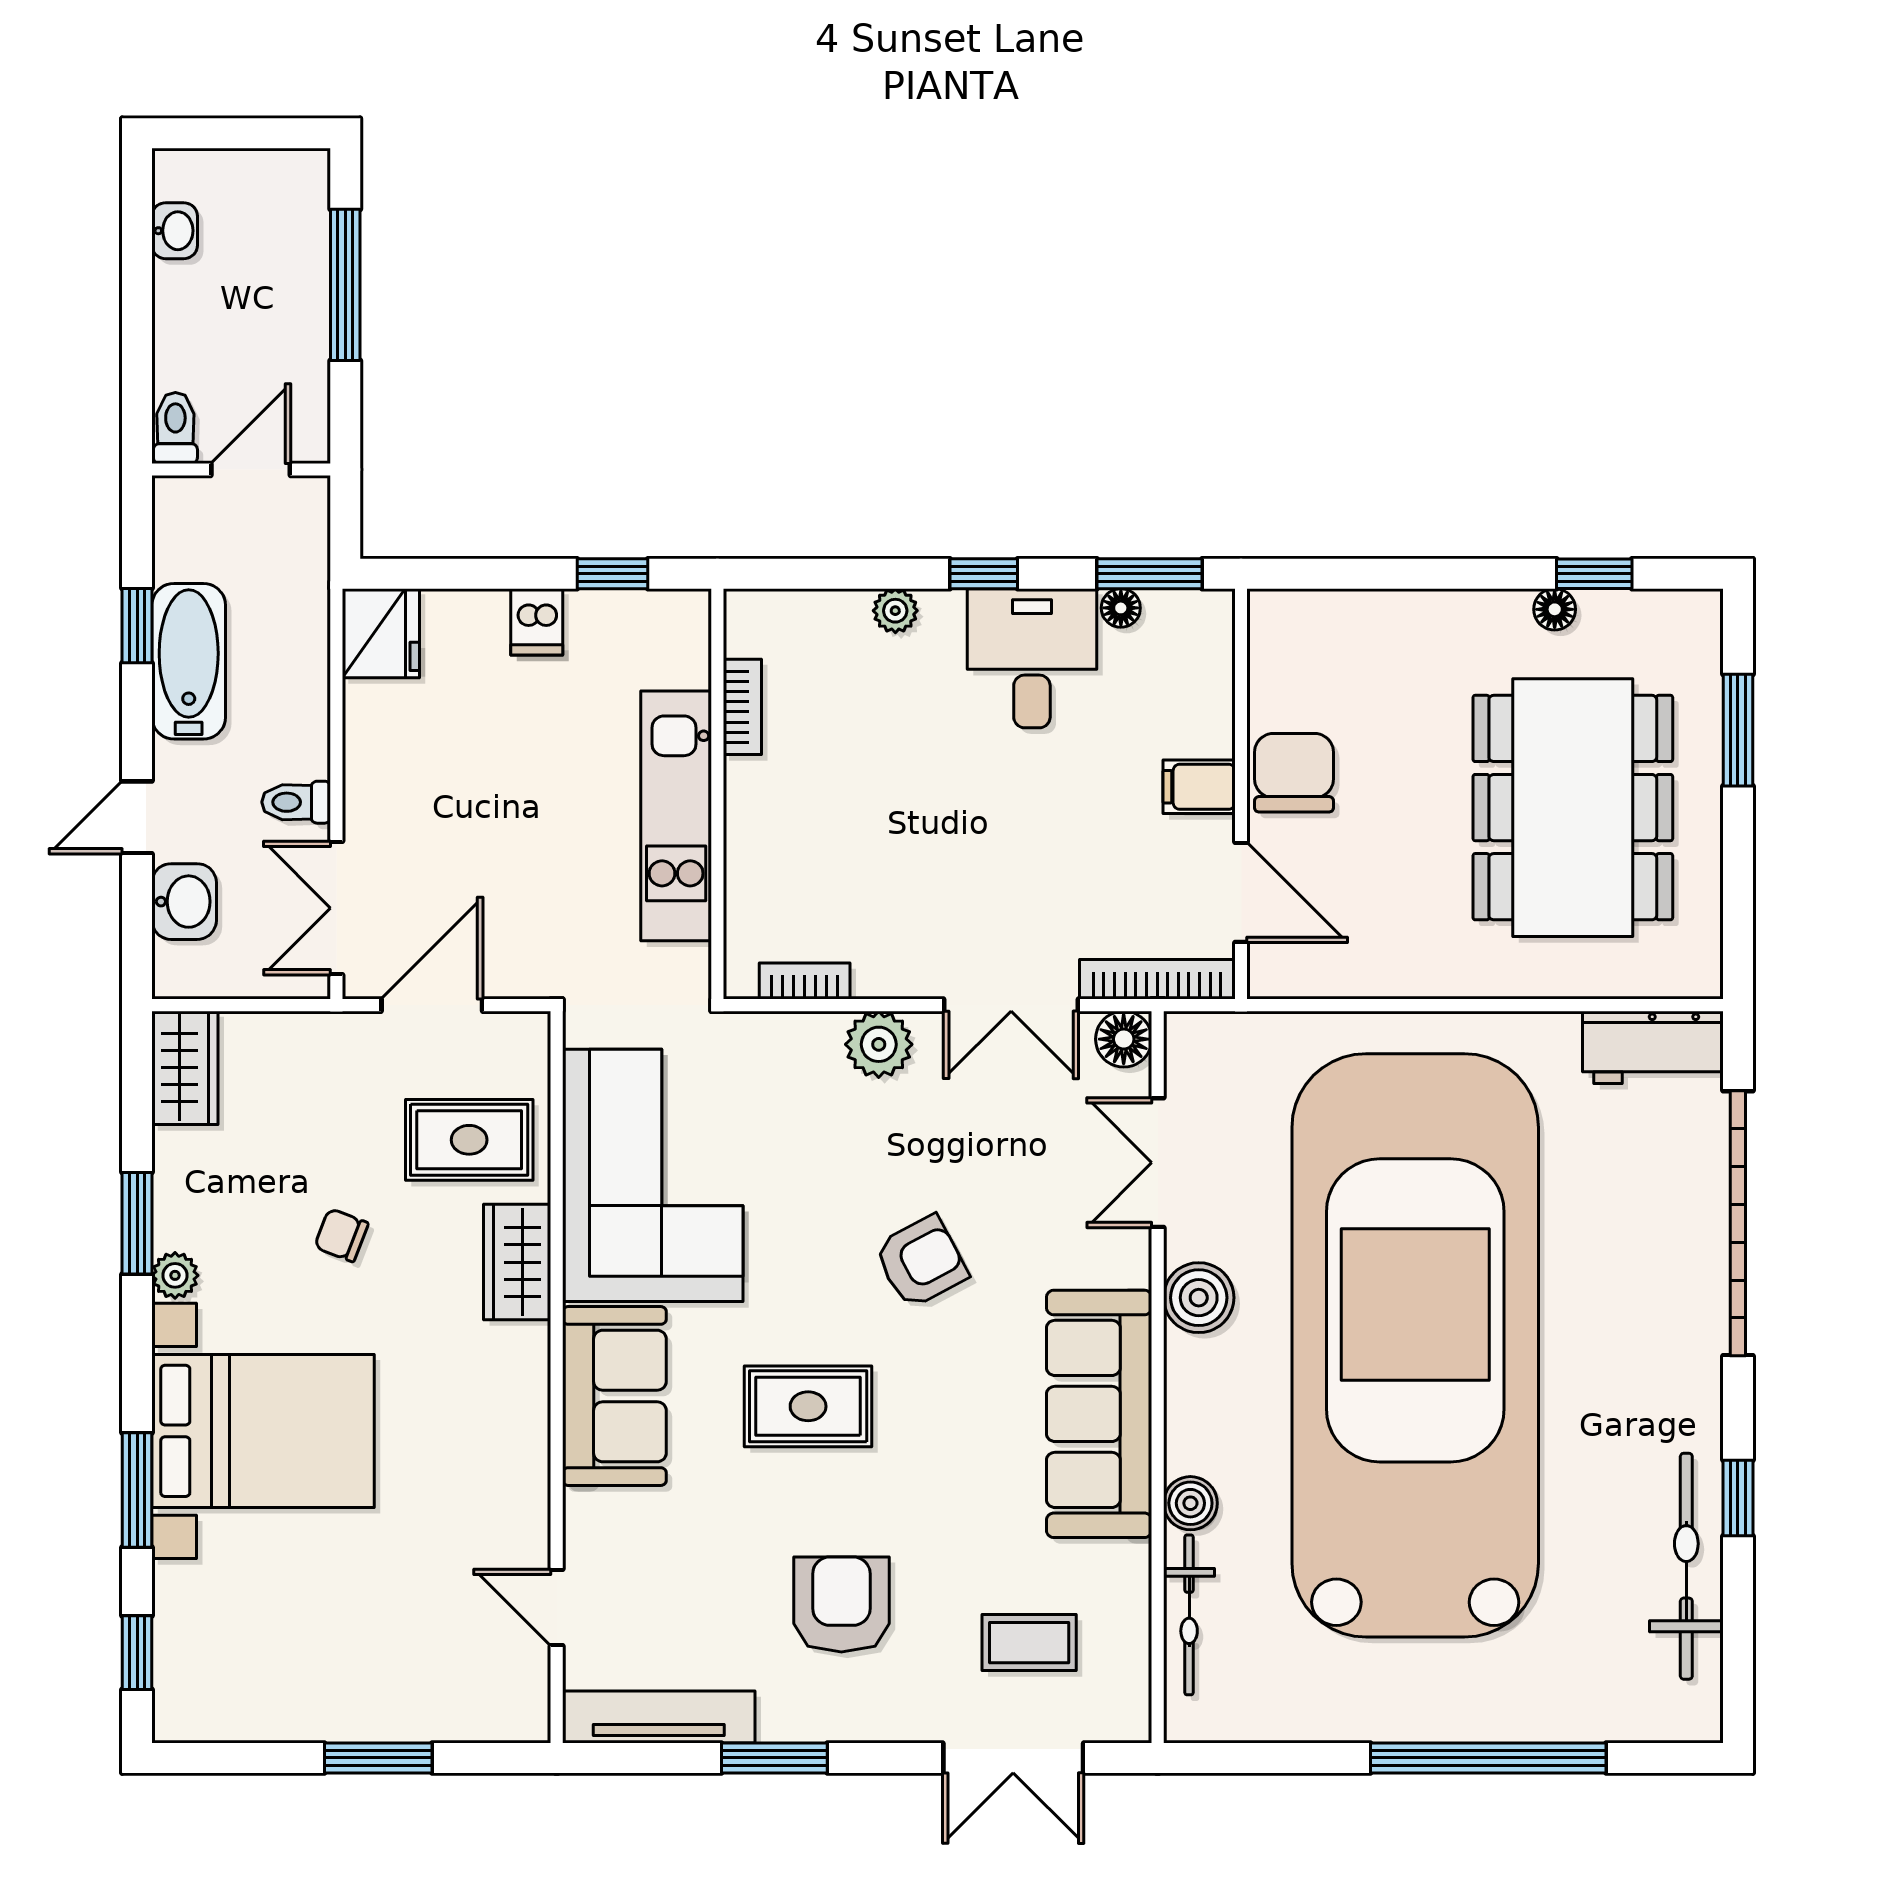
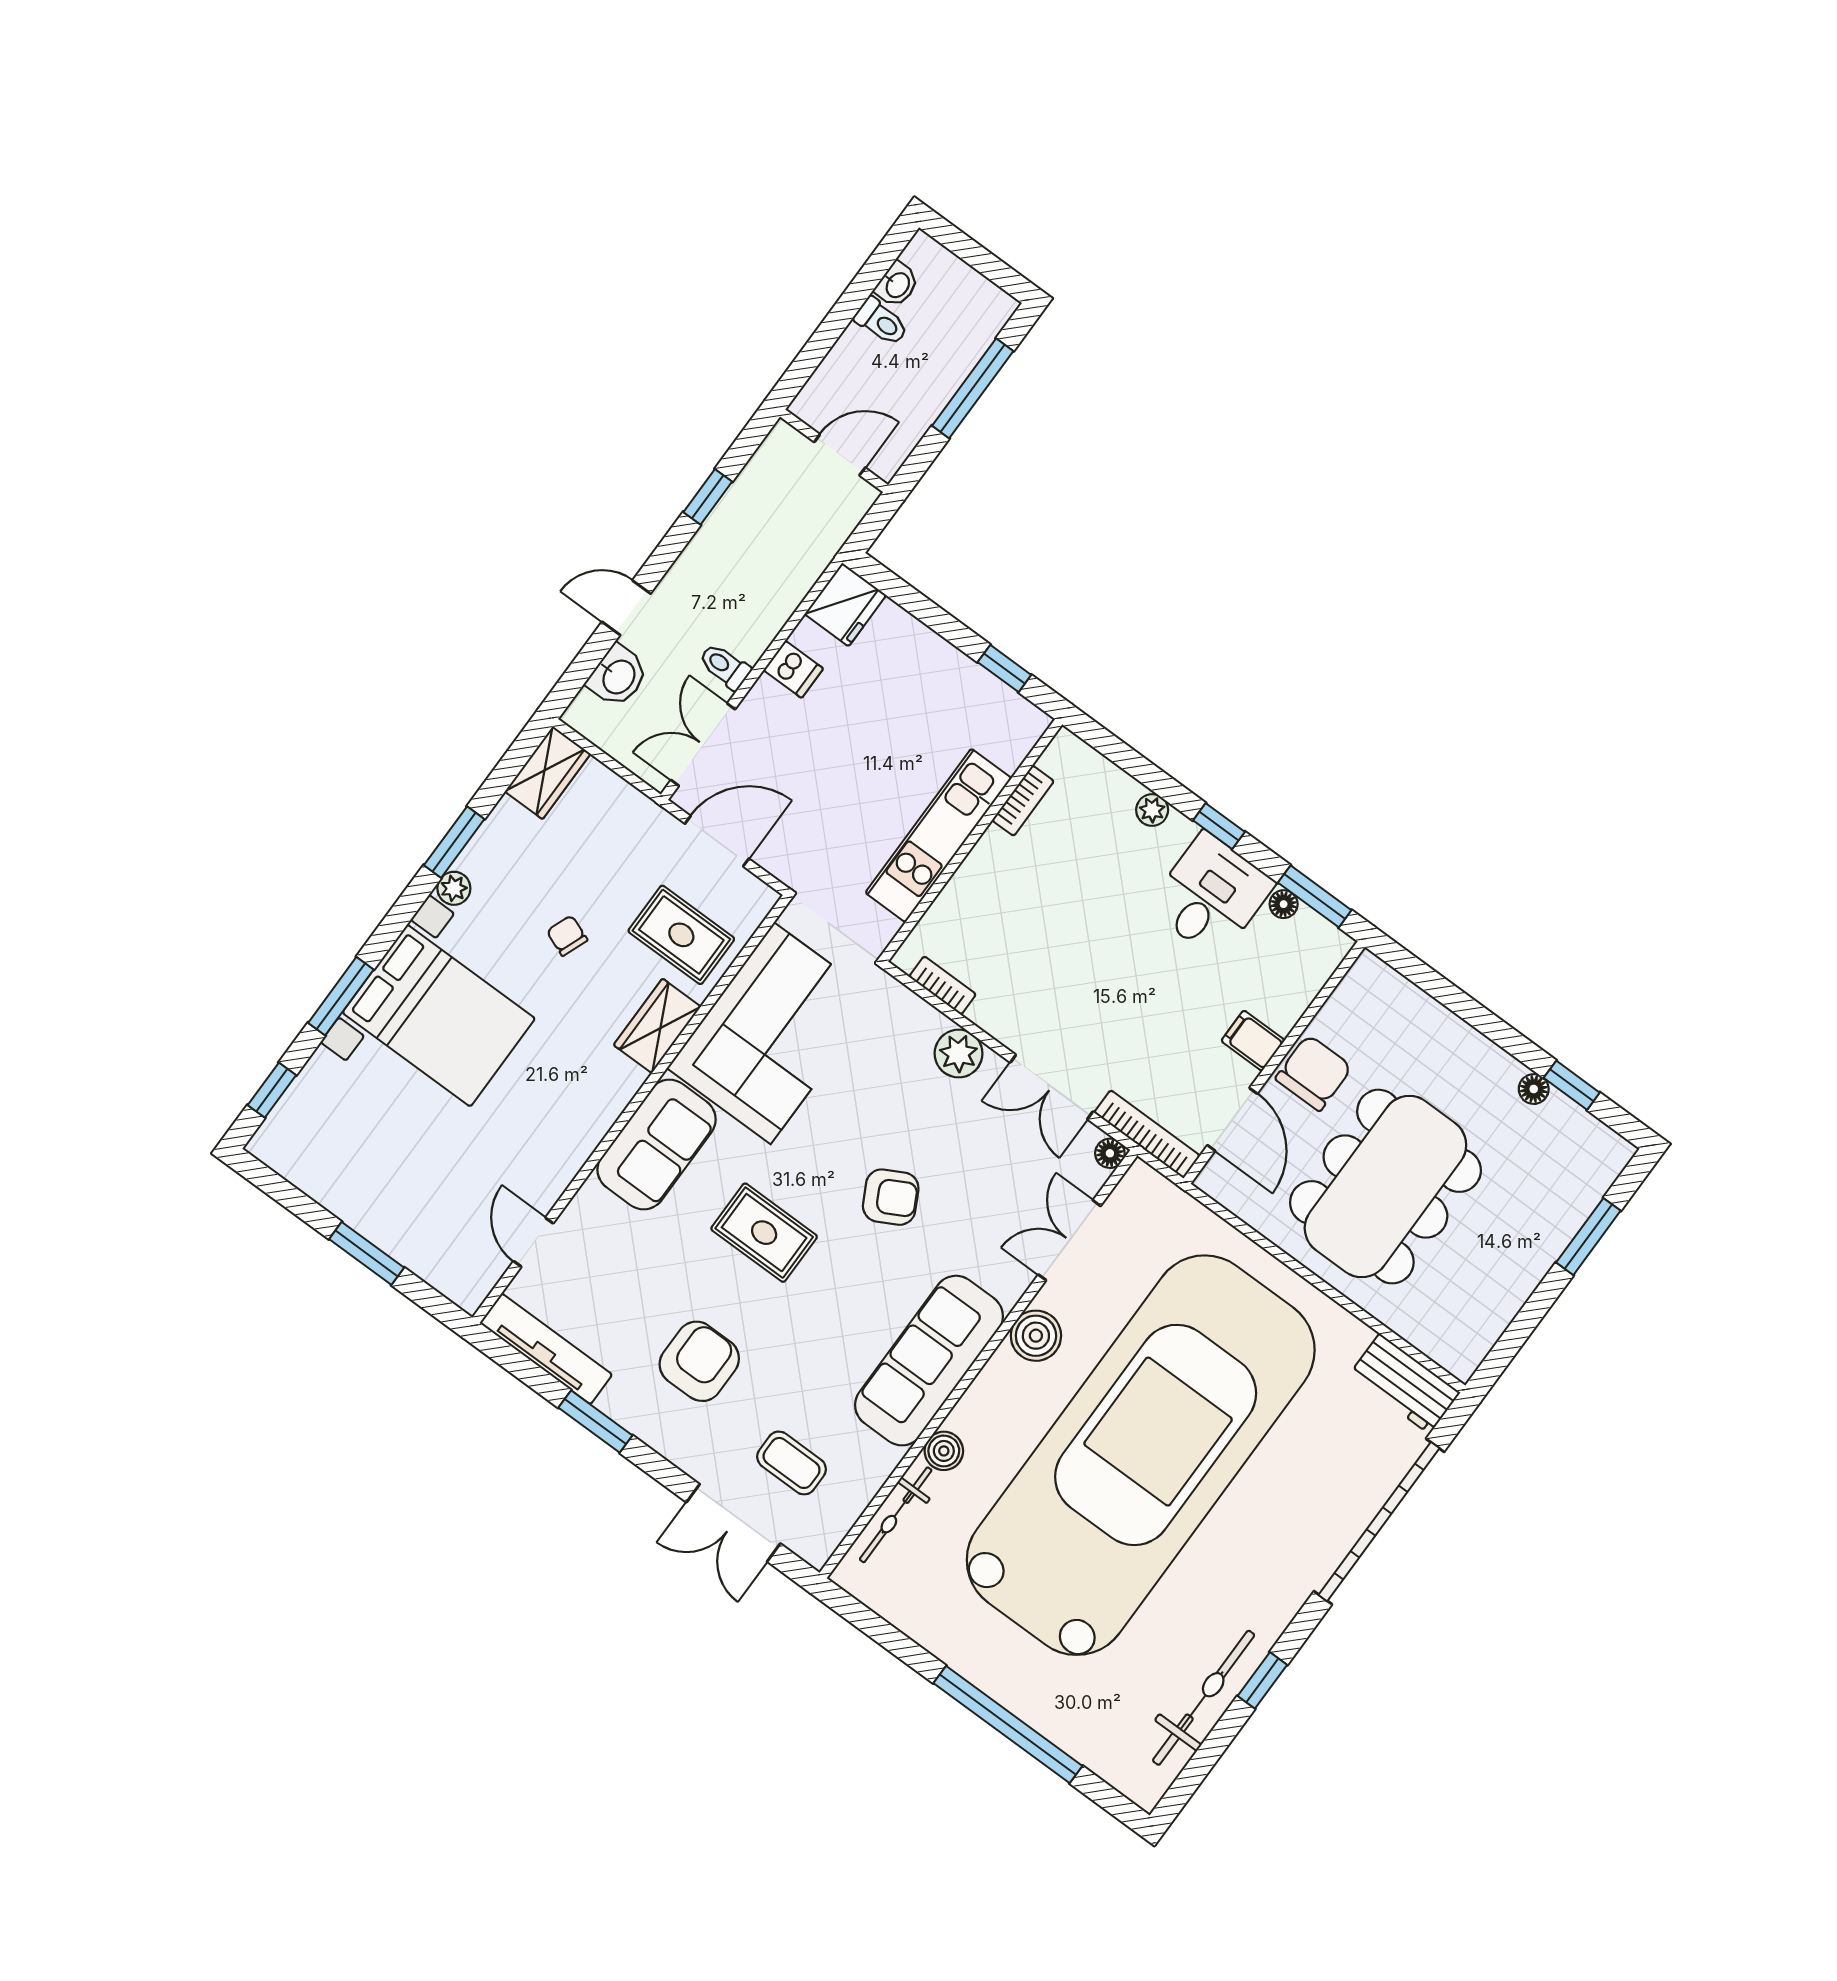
toilet: (175, 428) -> (881, 322), moved, turned 90
dishwasher: (537, 622) -> (793, 669), moved, turned -90
bathtub: (189, 661) -> (722, 539), removed
dining table: (1573, 808) -> (1385, 1187), moved
floor lamp: (1124, 1039) -> (1110, 1153), width x0.73, depth x0.73

